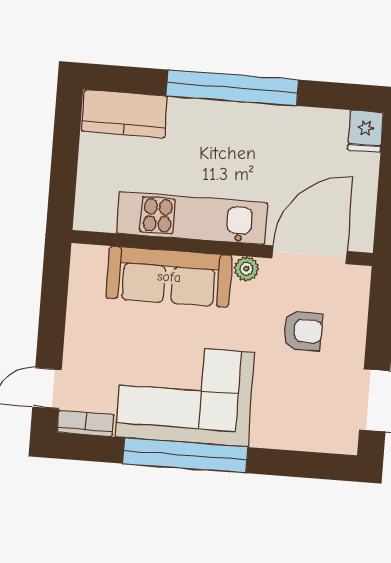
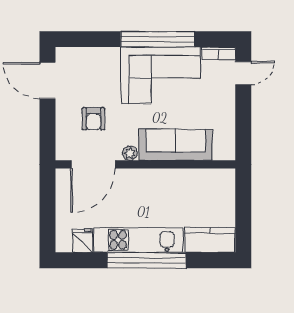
fridge: (365, 131) -> (82, 241), moved
kitchen unit: (192, 218) -> (139, 240), moved, turned 180
armchair: (303, 331) -> (93, 119), turned -90

